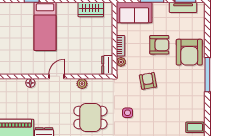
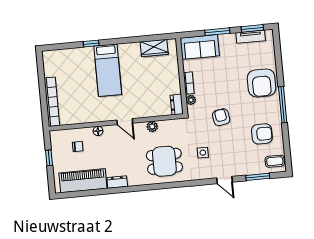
armchair: (159, 45) -> (262, 134), moved
door: (57, 76) -> (125, 122), swing flipped
chair: (10, 96) -> (78, 147), added

